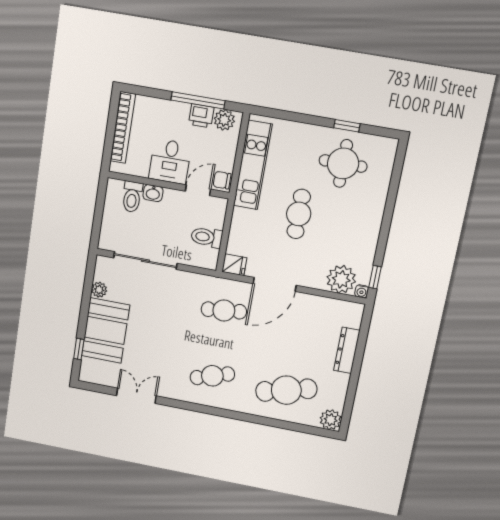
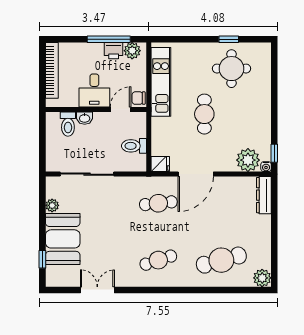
dresser: (347, 350) -> (264, 195), moved

